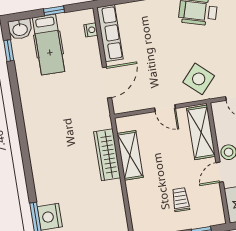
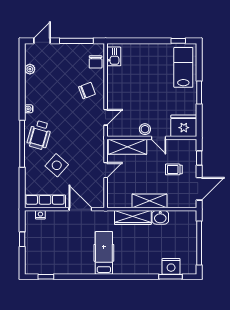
washbasin: (20, 29) -> (160, 217), moved, turned 90
hospital bed: (48, 45) -> (104, 253), moved, turned -90
side table: (199, 79) -> (57, 165), moved
shelving: (130, 155) -> (150, 201), moved

